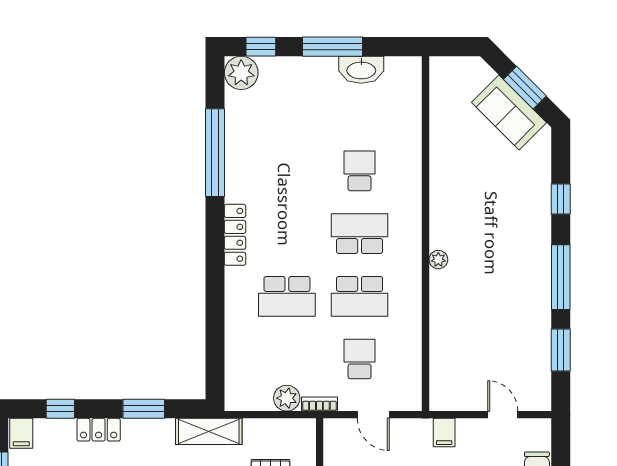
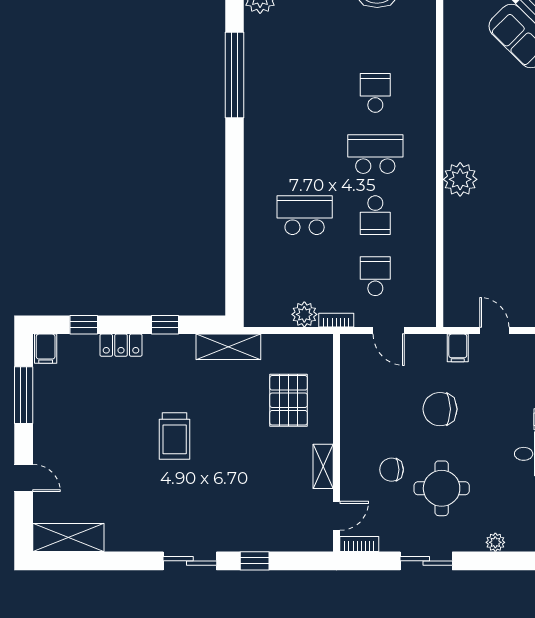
locker: (235, 235) -> (254, 155), removed
plant: (438, 260) -> (460, 179), width x1.88, depth x1.88
school desk: (287, 296) -> (305, 215), turned 180
school desk: (360, 296) -> (375, 215), width x0.54
window: (144, 409) -> (165, 325), width x0.67
door: (503, 415) -> (494, 331), moved

